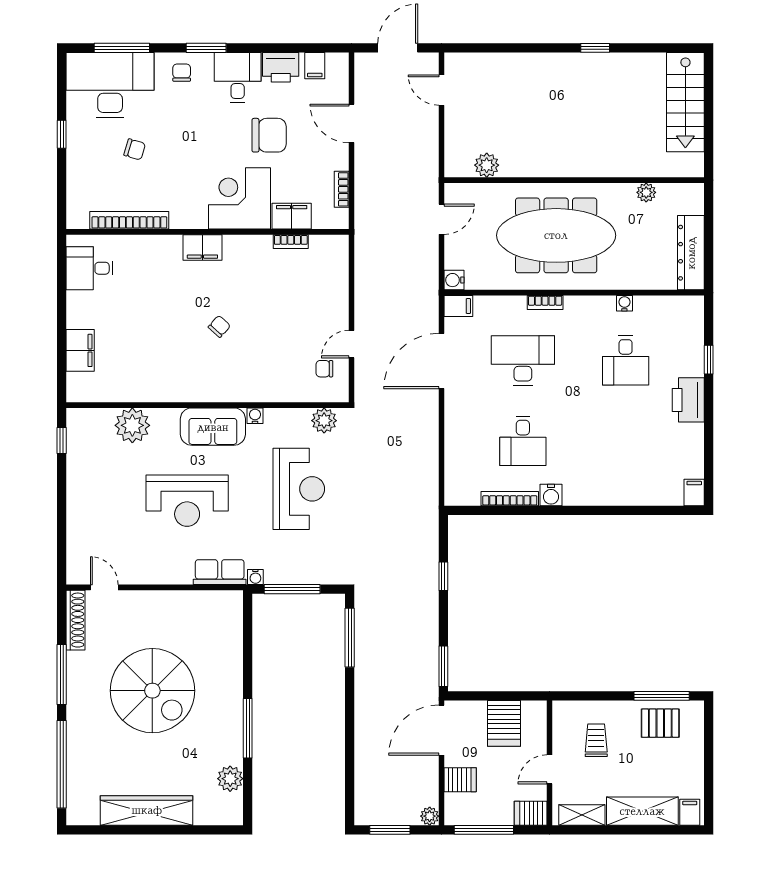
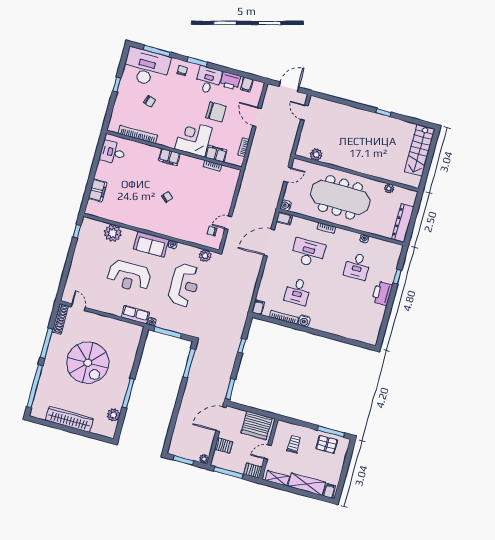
filing cabinet: (694, 492) -> (258, 307), moved
server rack: (504, 723) -> (257, 425), width x1.60

